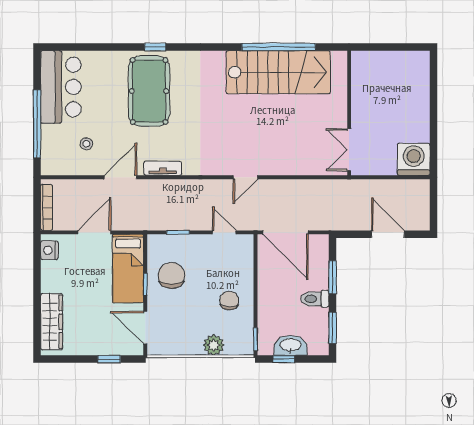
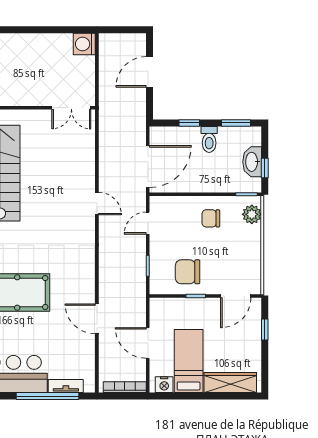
stool: (86, 144) -> (66, 350), removed
washing machine: (414, 159) -> (84, 44), width x0.73, depth x0.73
tv unit: (163, 168) -> (66, 386), moved, turned 90
bed: (128, 269) -> (189, 361), moved, turned -90
window: (333, 277) -> (189, 123), width x0.67
plant: (214, 345) -> (252, 214), moved

